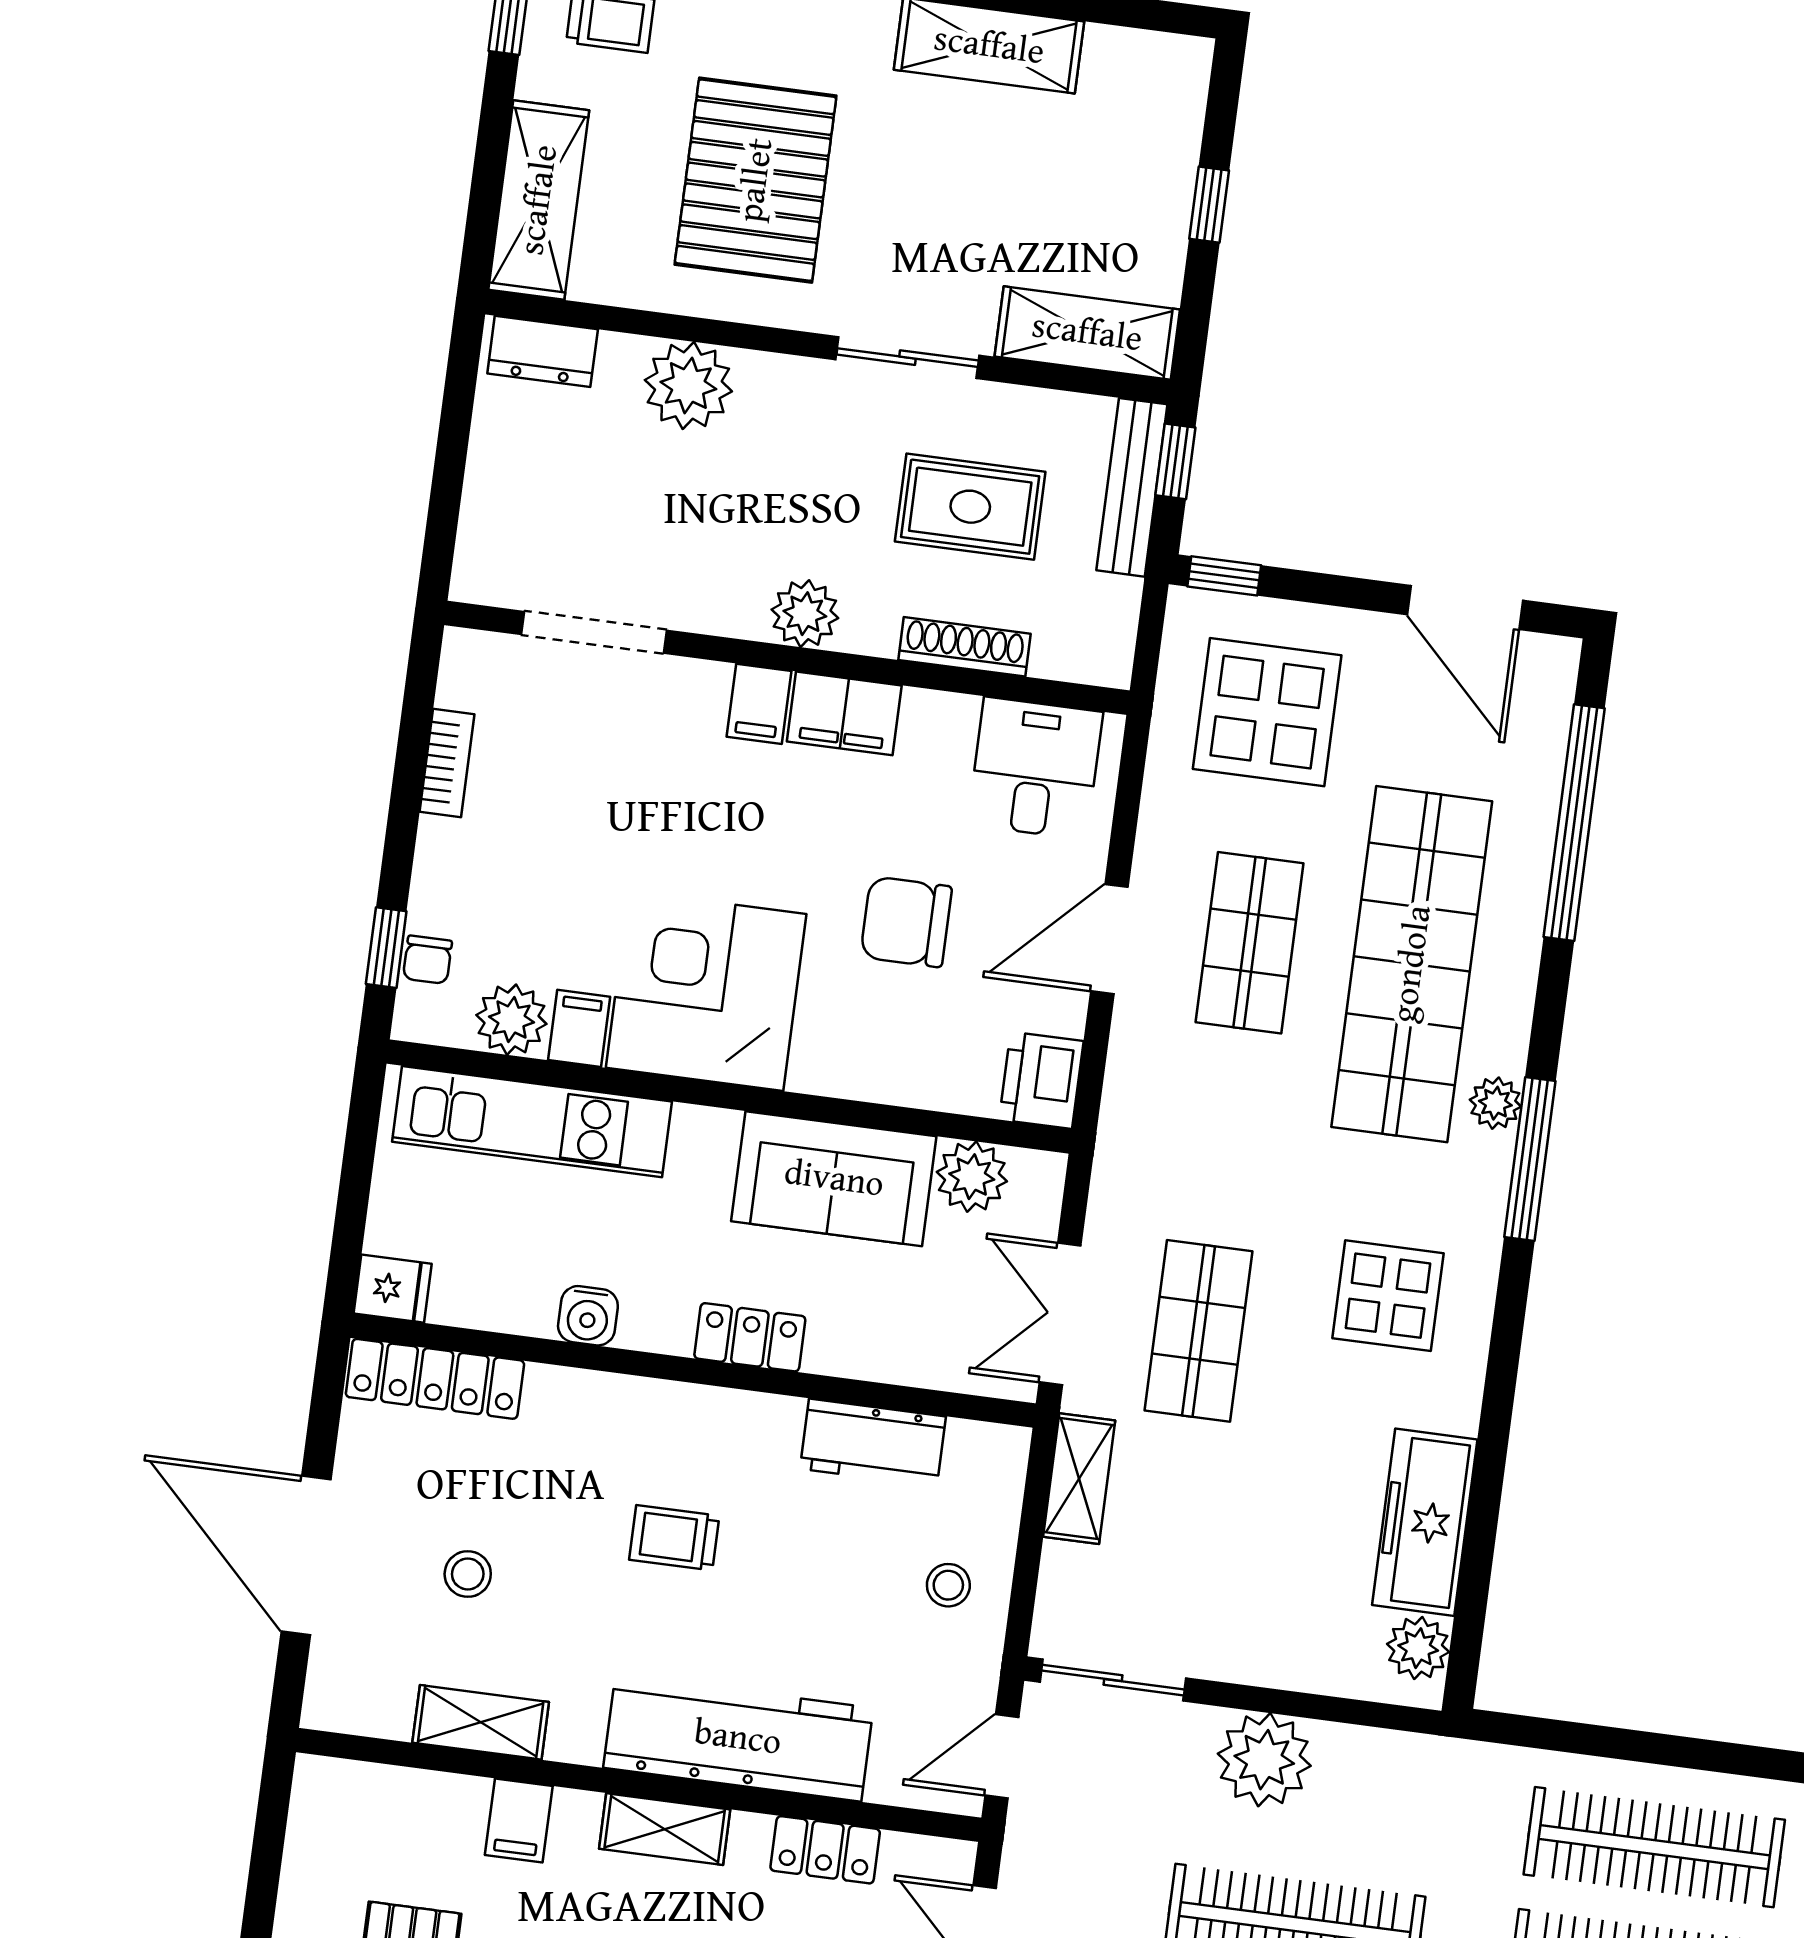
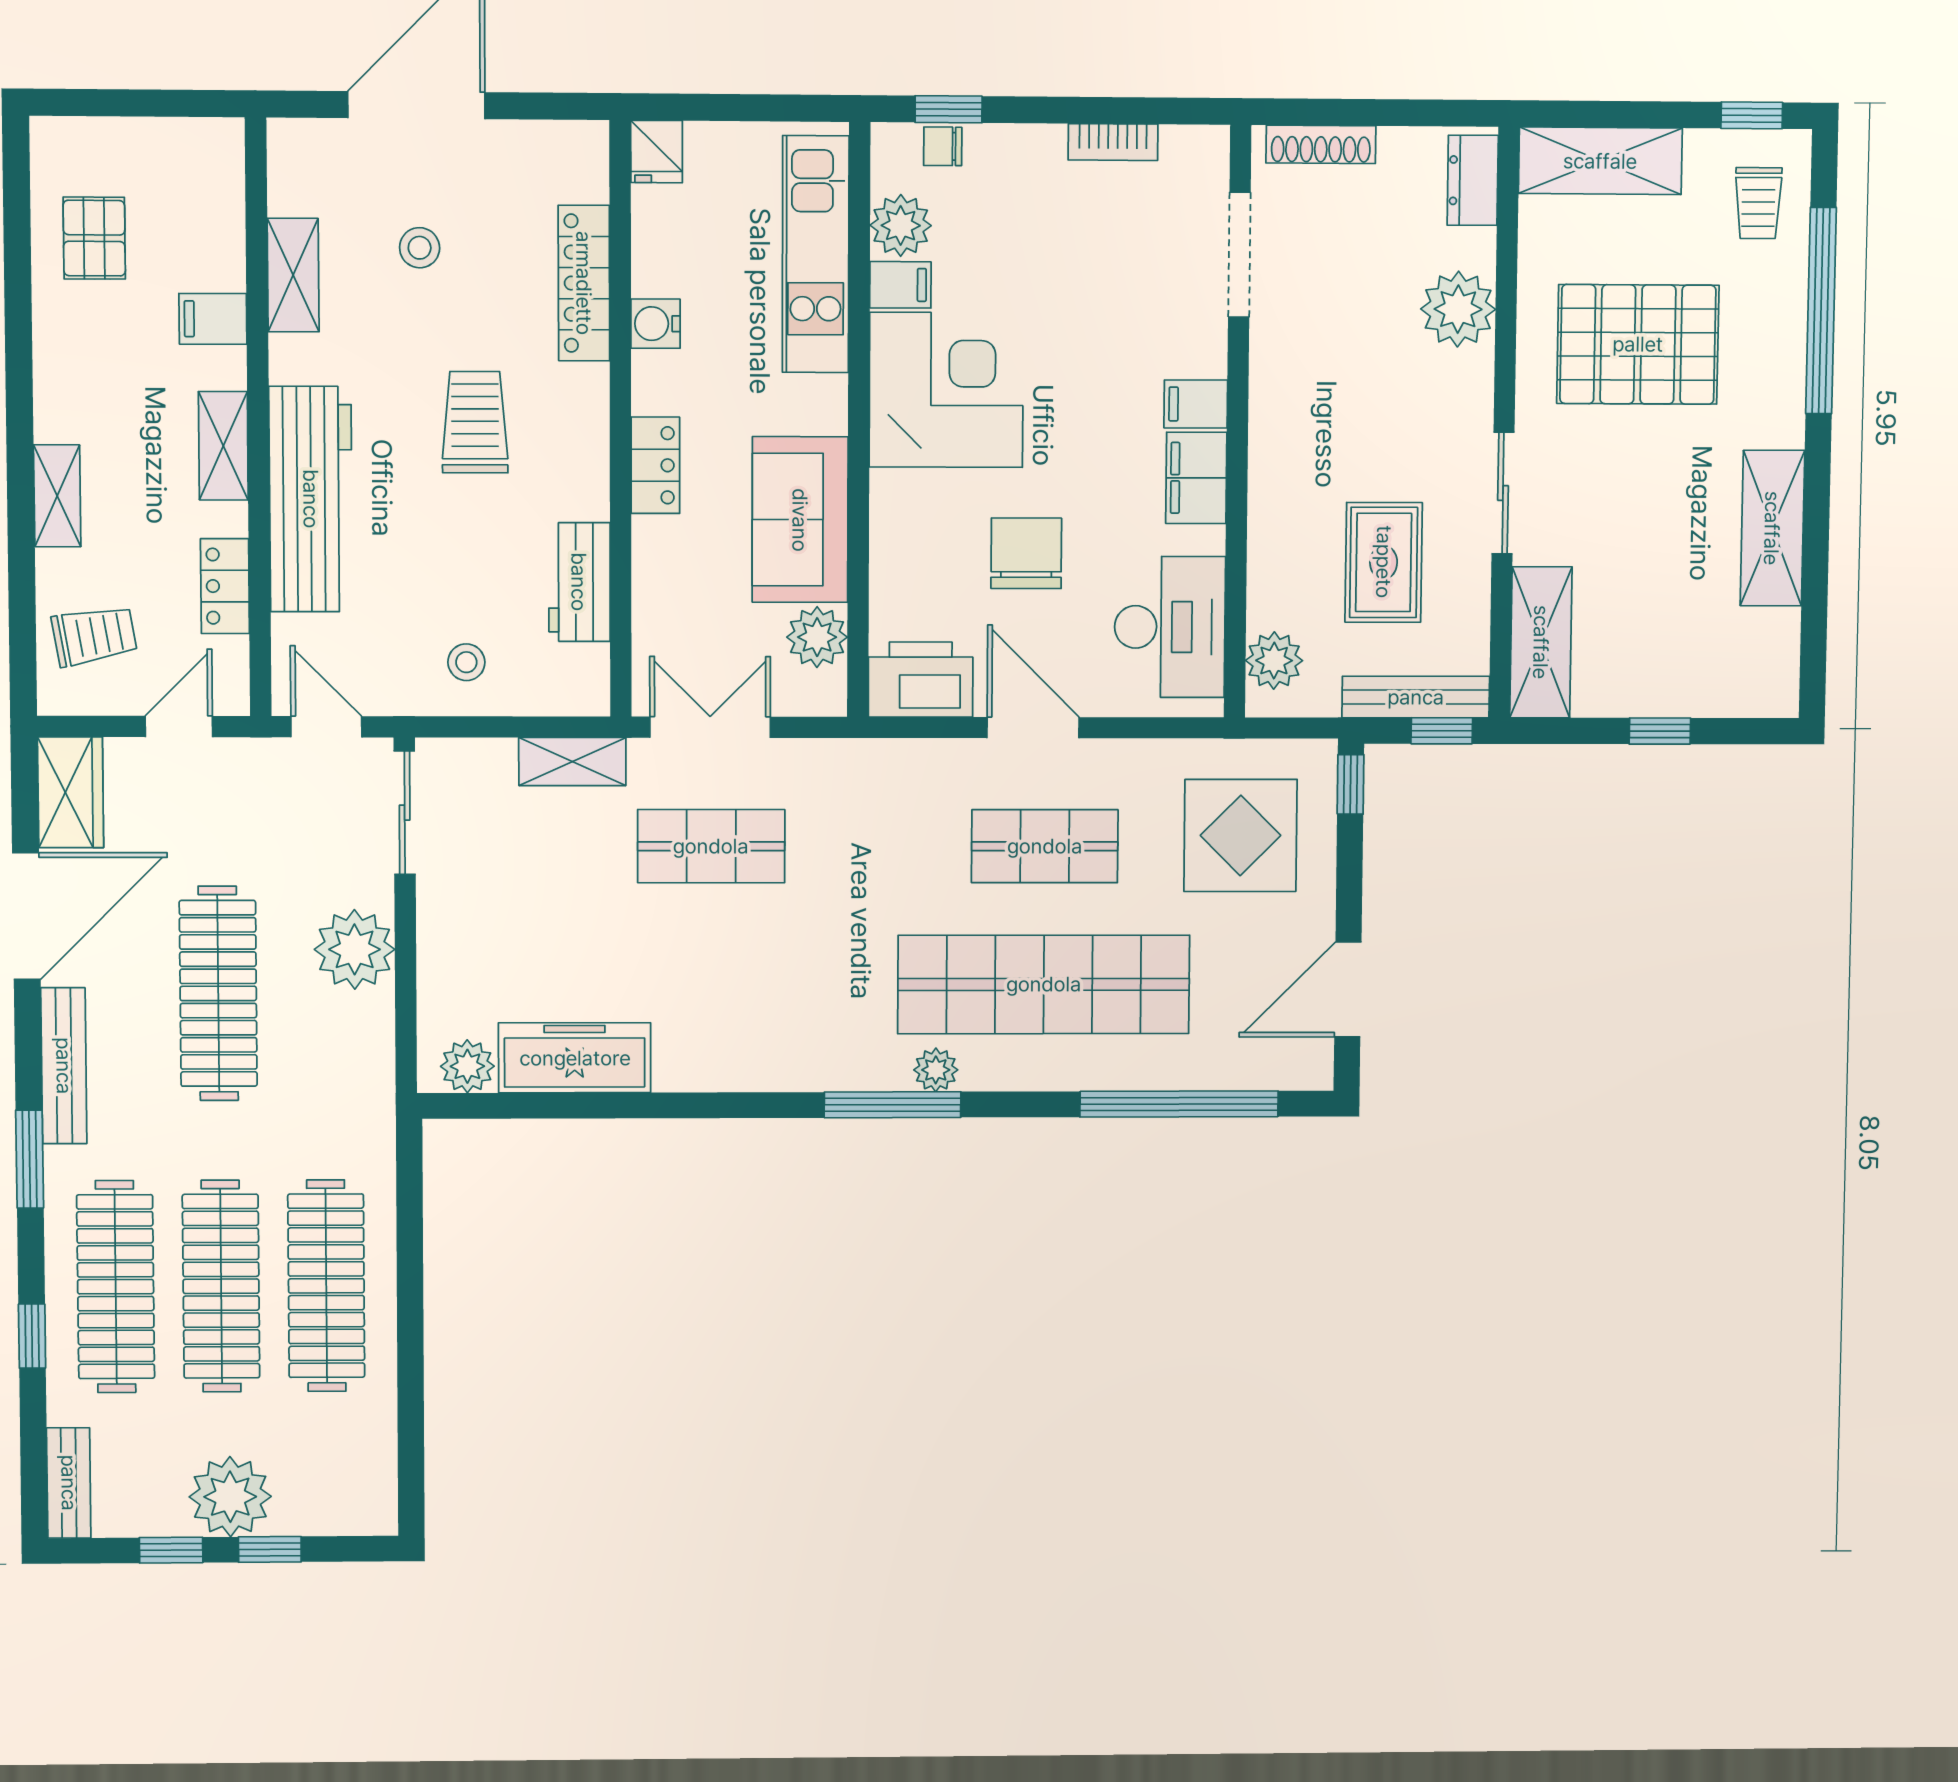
plant: (805, 614) -> (1274, 661), moved
shoe rack: (964, 647) -> (1321, 144), moved, turned 90
desk: (1035, 768) -> (1170, 627), width x1.37
printer: (1041, 1080) -> (921, 679), width x1.37, depth x1.19
display table: (1388, 1296) -> (762, 1002), removed
locker: (435, 1379) -> (584, 283), moved
trolley: (674, 1538) -> (475, 422), width x1.36, depth x1.39

